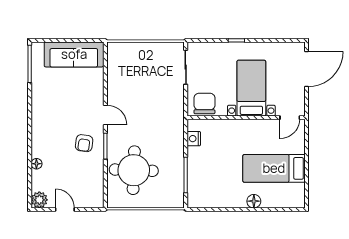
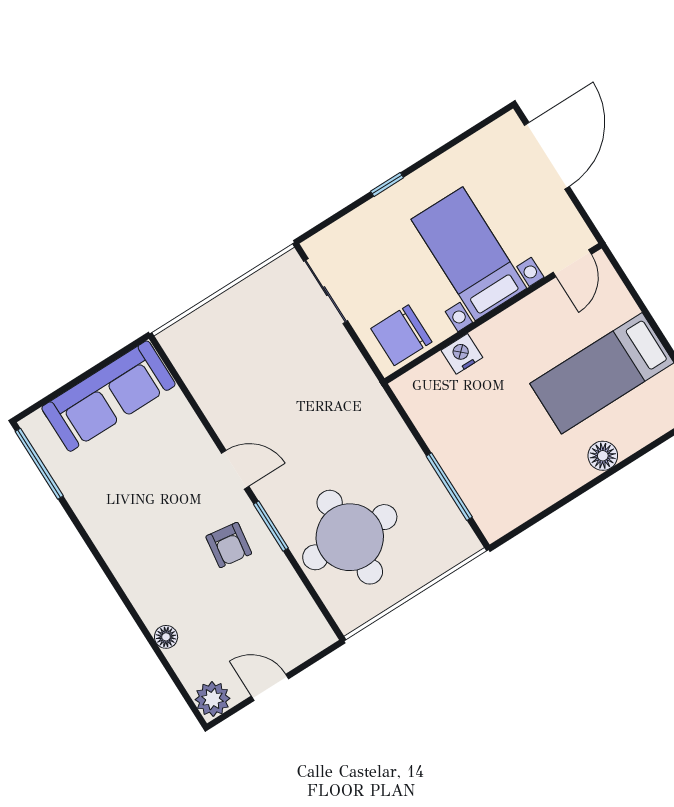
chair: (204, 103) -> (401, 335), turned -90
nightstand: (194, 139) -> (462, 354), moved, turned 90

